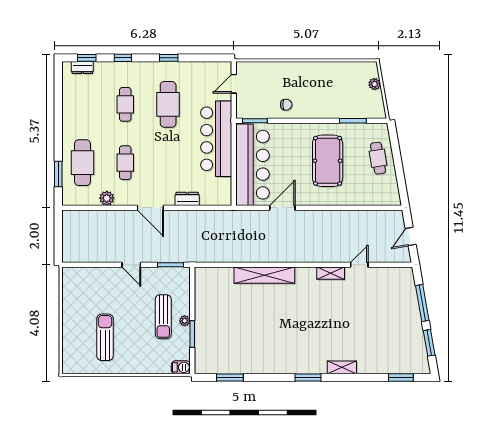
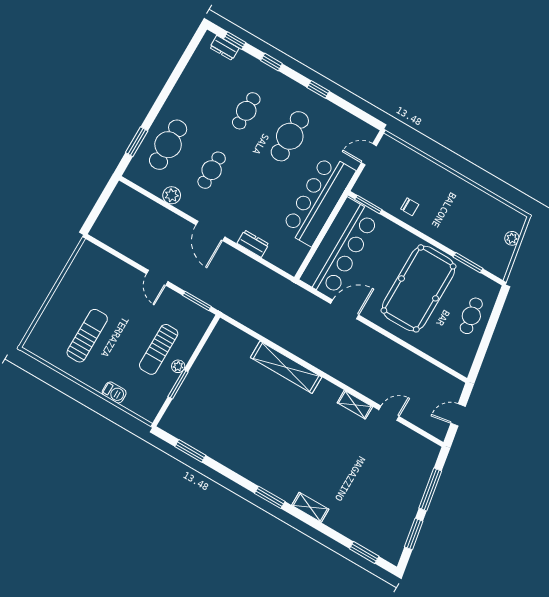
pool table: (328, 161) -> (418, 288), width x1.36, depth x1.32
barbecue: (181, 367) -> (114, 392), moved

